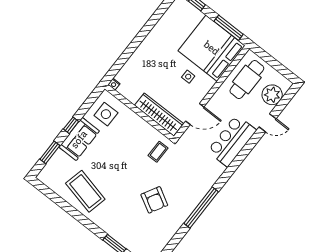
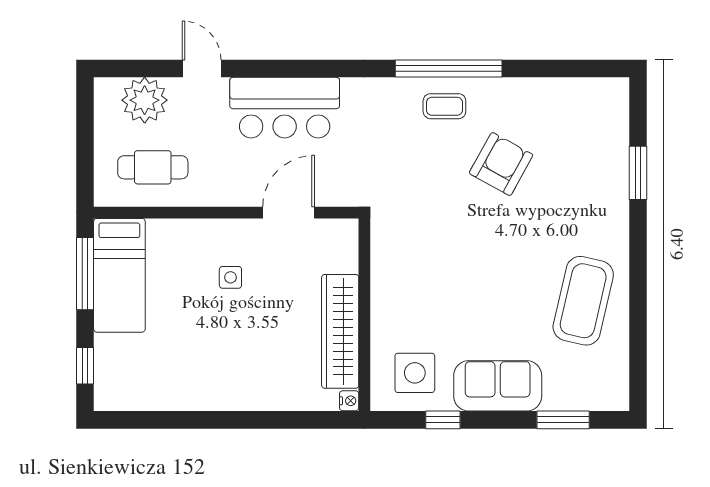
bed: (212, 48) -> (119, 275), width x0.49
cafe table: (247, 80) -> (153, 167), width x0.73, depth x0.74
wardrobe: (159, 114) -> (340, 331), moved
door: (195, 114) -> (289, 213), hinge flipped
window: (71, 125) -> (443, 420), moved
coffee table: (158, 152) -> (444, 106), moved

